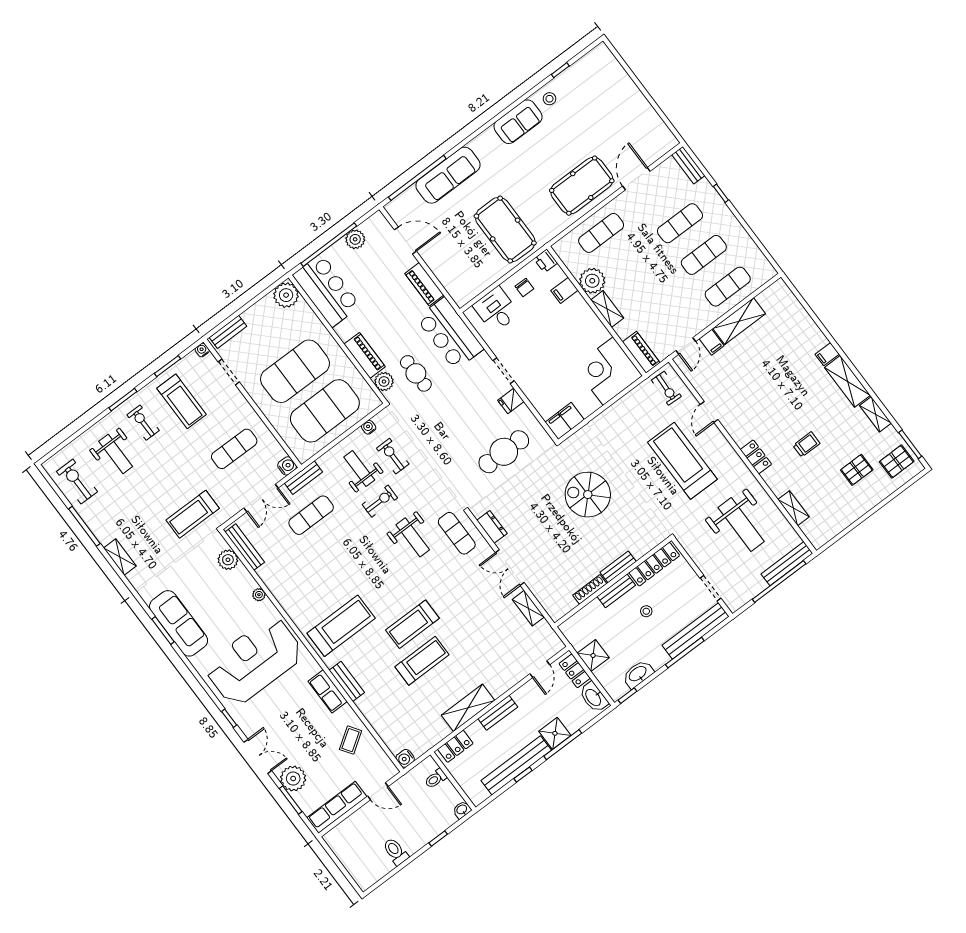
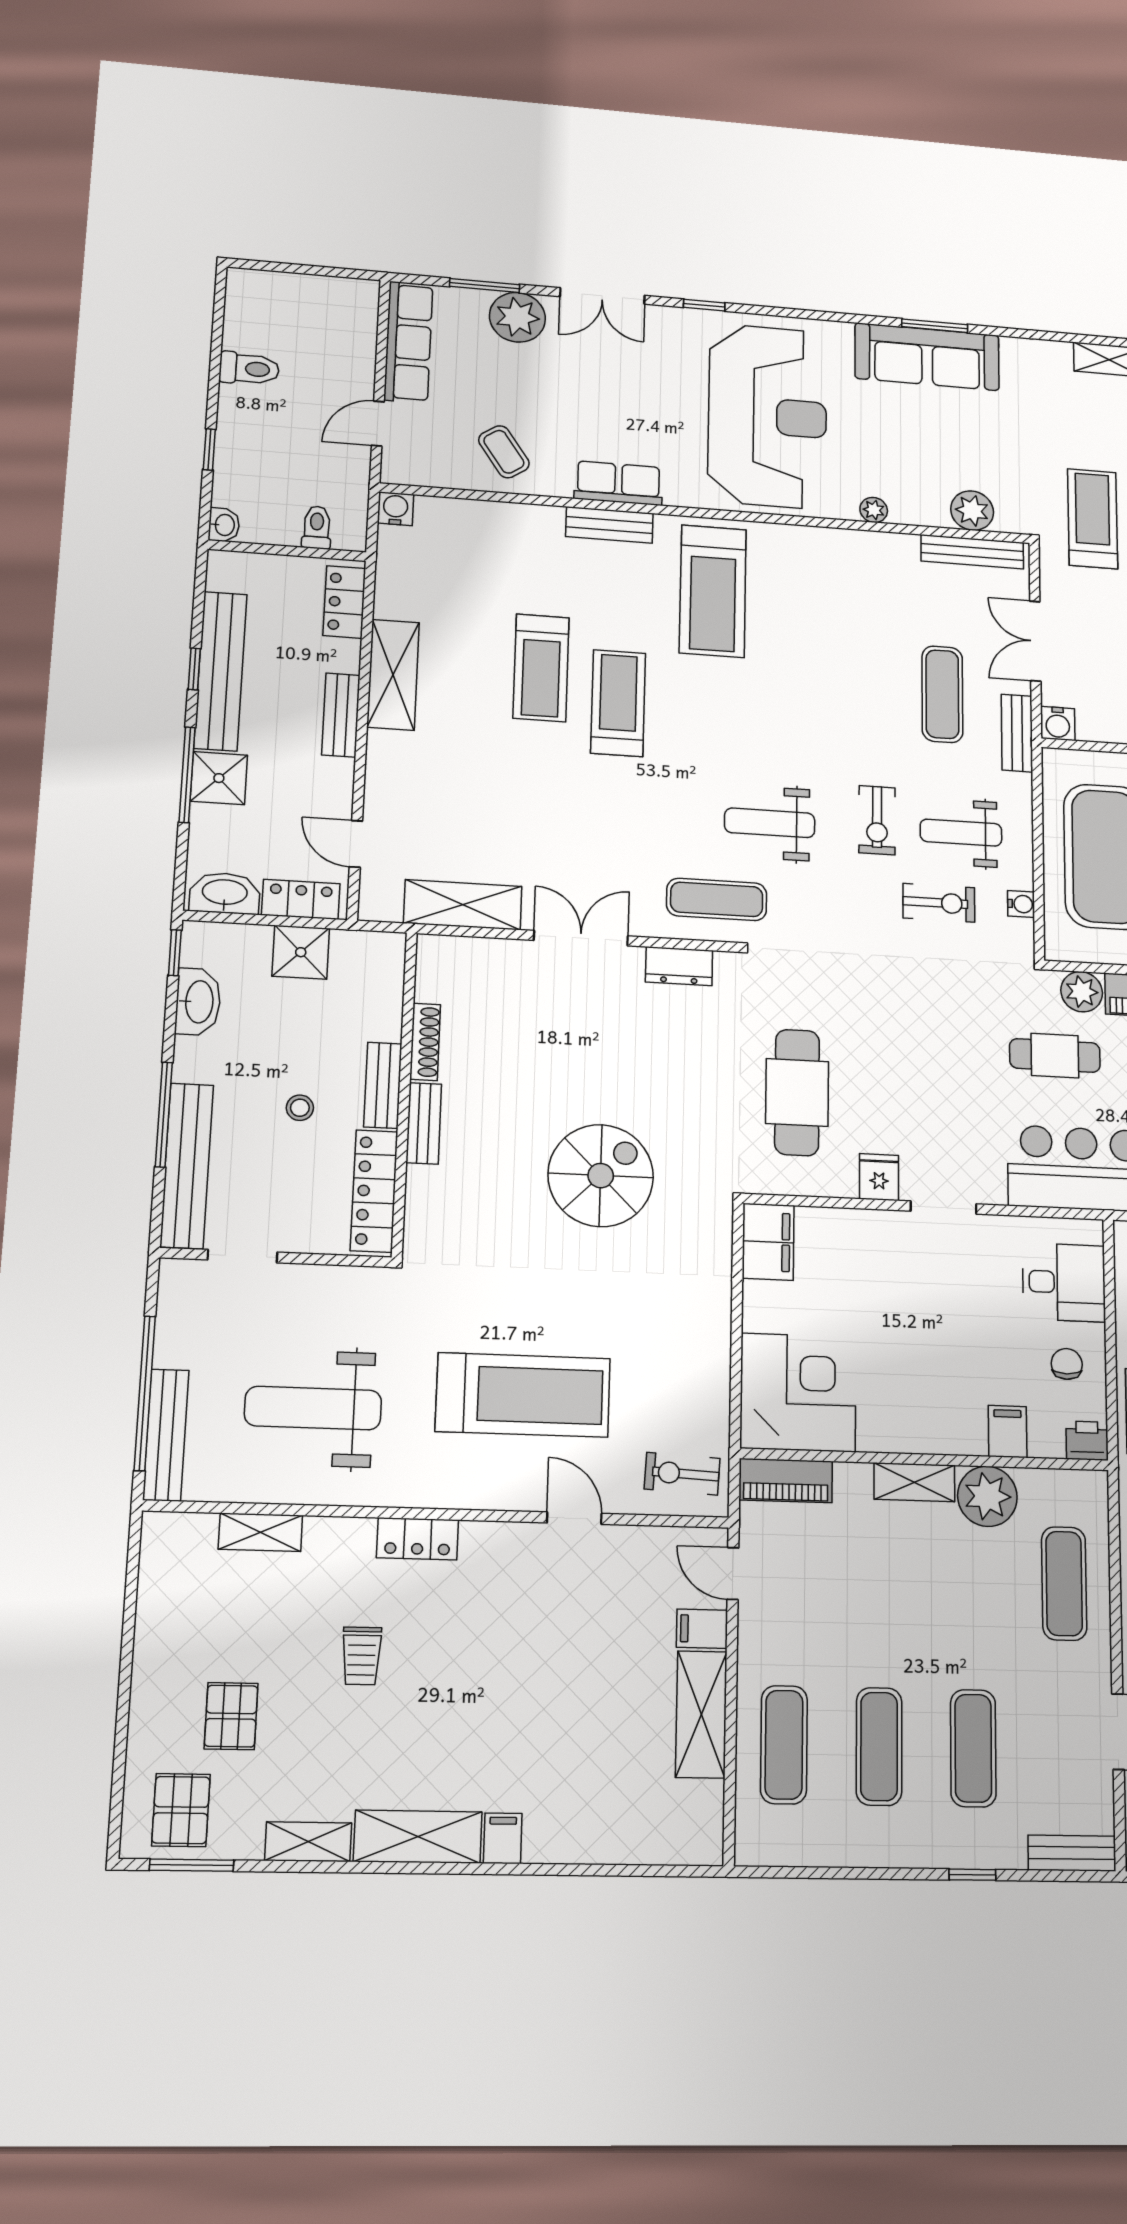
chair: (524, 287) -> (1067, 1364), turned 90
weight bench: (359, 468) -> (961, 833), turned 180
shelving: (528, 608) -> (463, 905), width x1.50, depth x1.33

